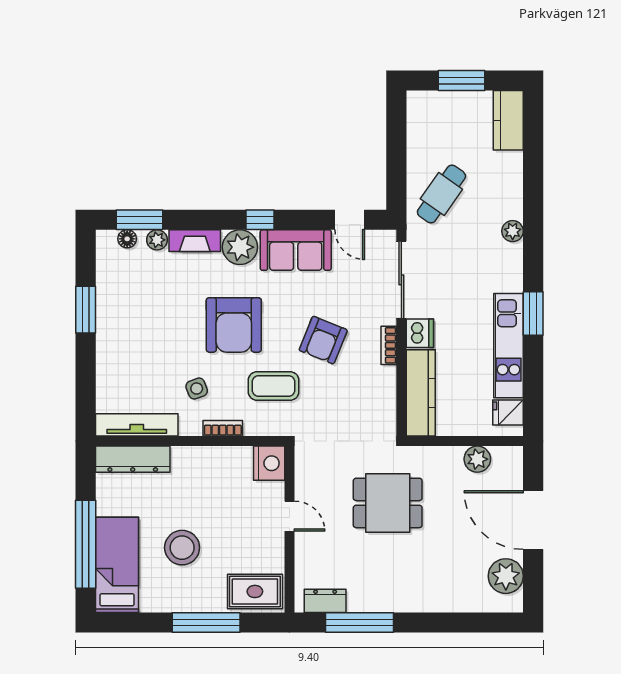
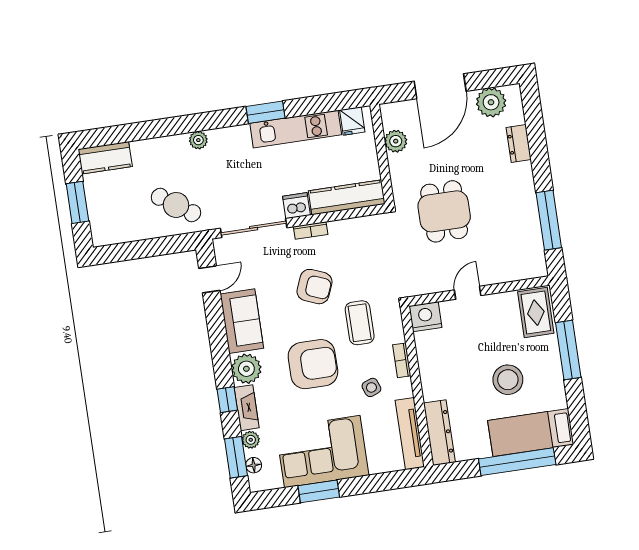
window: (260, 220) -> (227, 400), moved
corner sofa: (131, 320) -> (322, 452), added
dresser: (325, 601) -> (519, 144), moved

